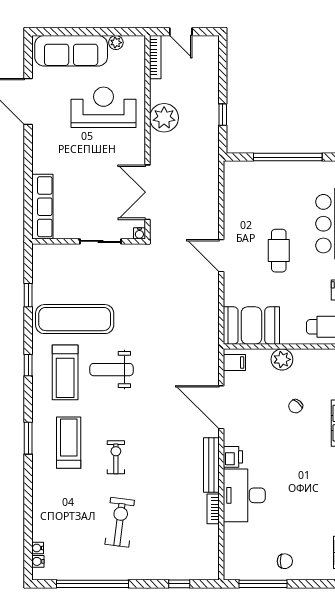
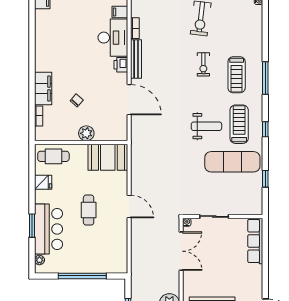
filing cabinet: (234, 362) -> (120, 12), moved
window: (28, 438) -> (265, 78), width x1.44

